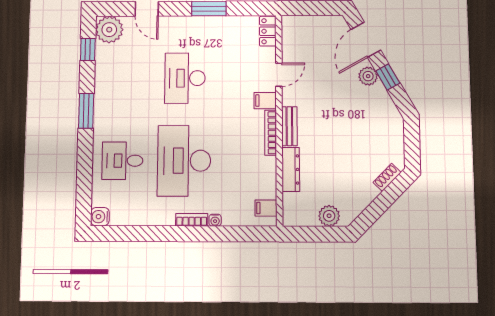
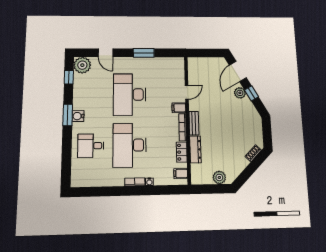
locker: (268, 31) -> (182, 152), moved
desk: (185, 78) -> (130, 95), width x1.36, depth x1.30
water cooler: (100, 217) -> (78, 116), moved

